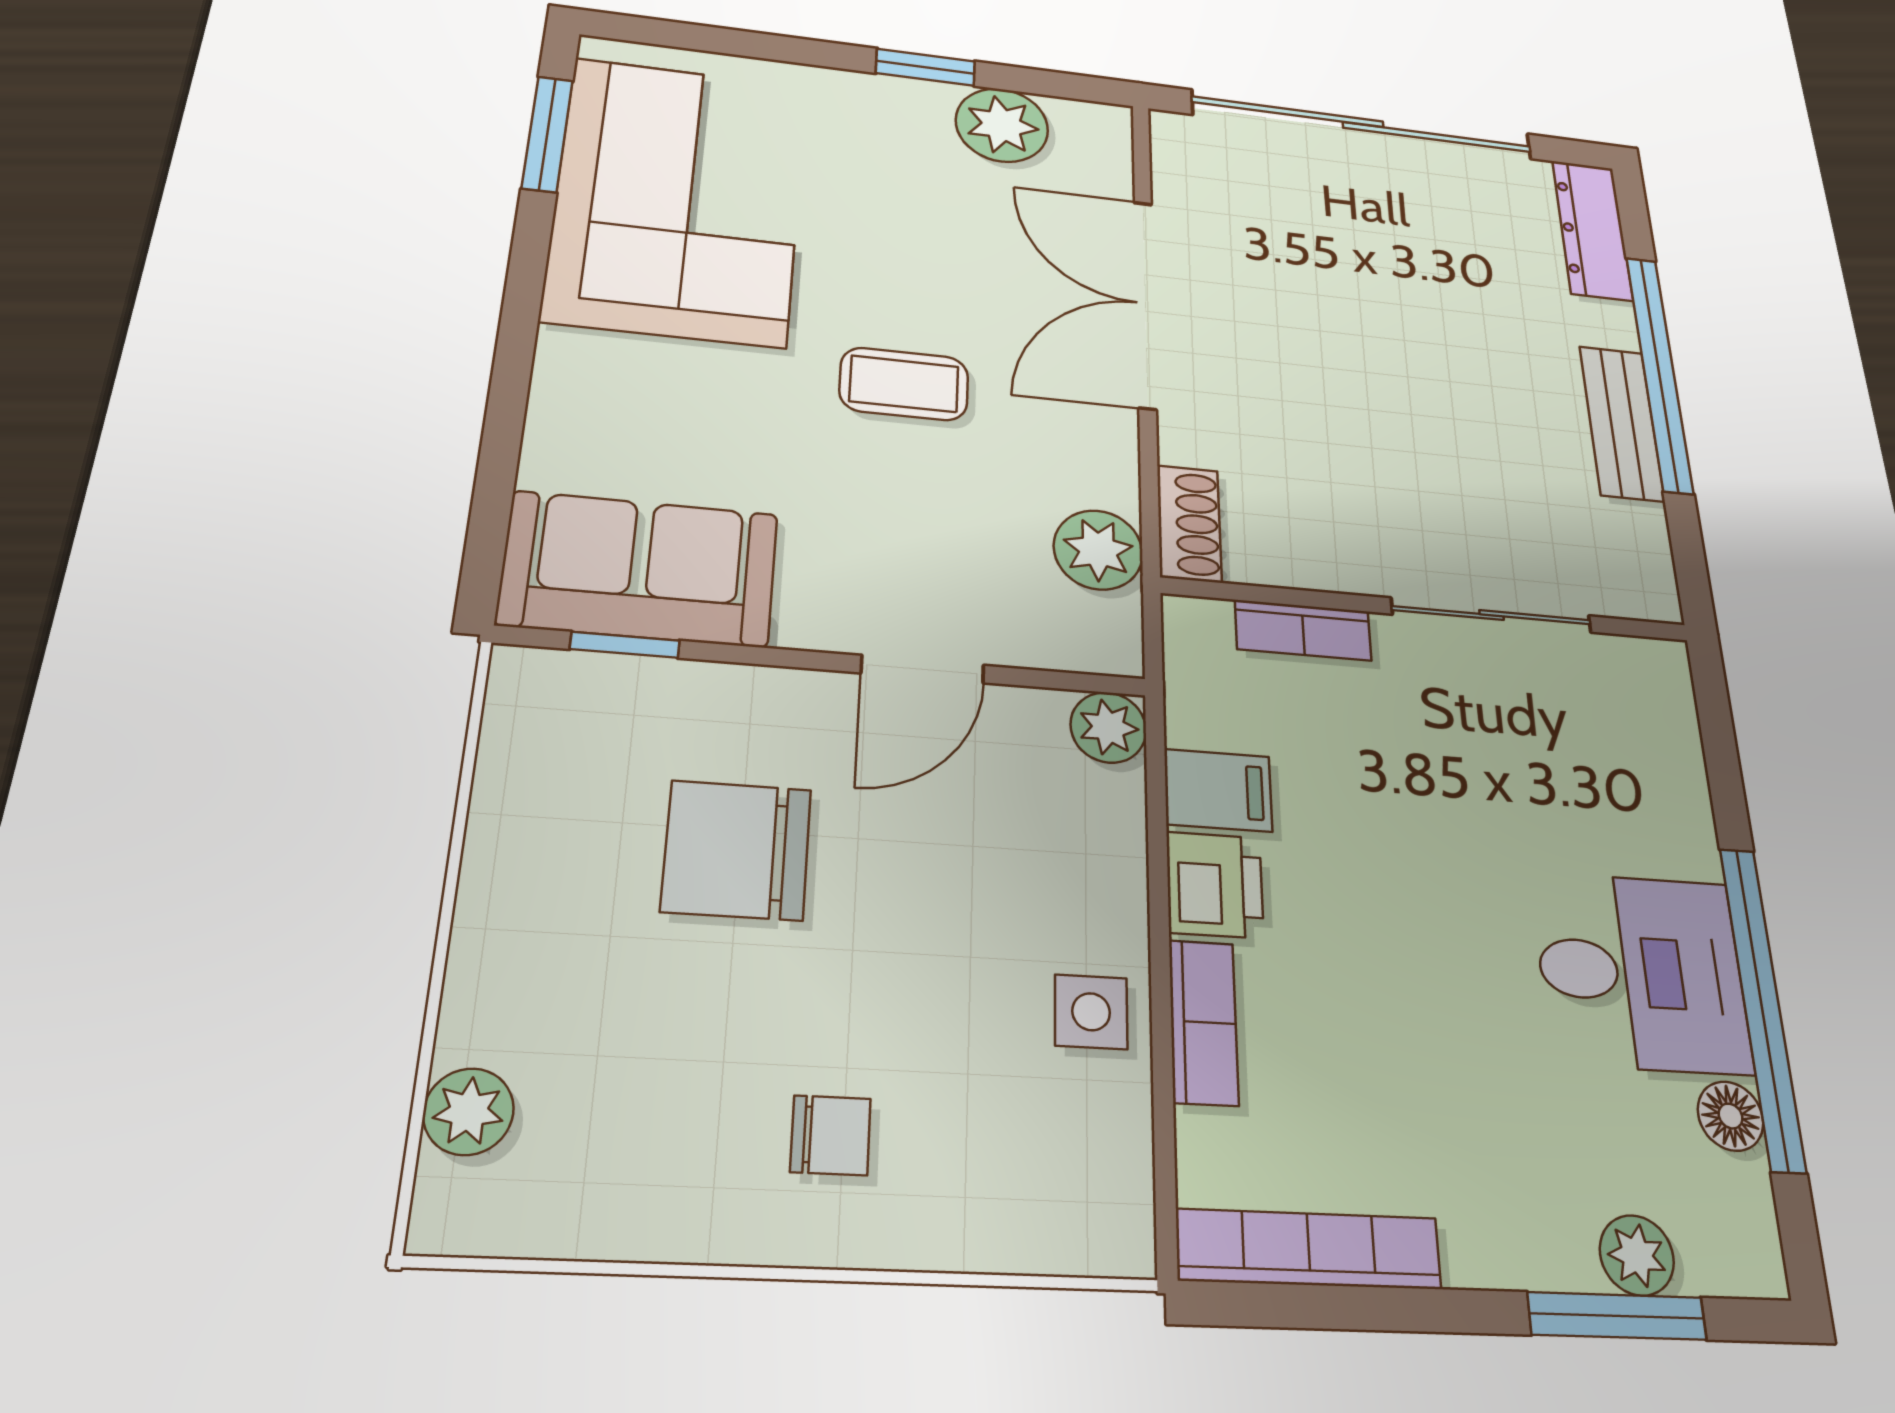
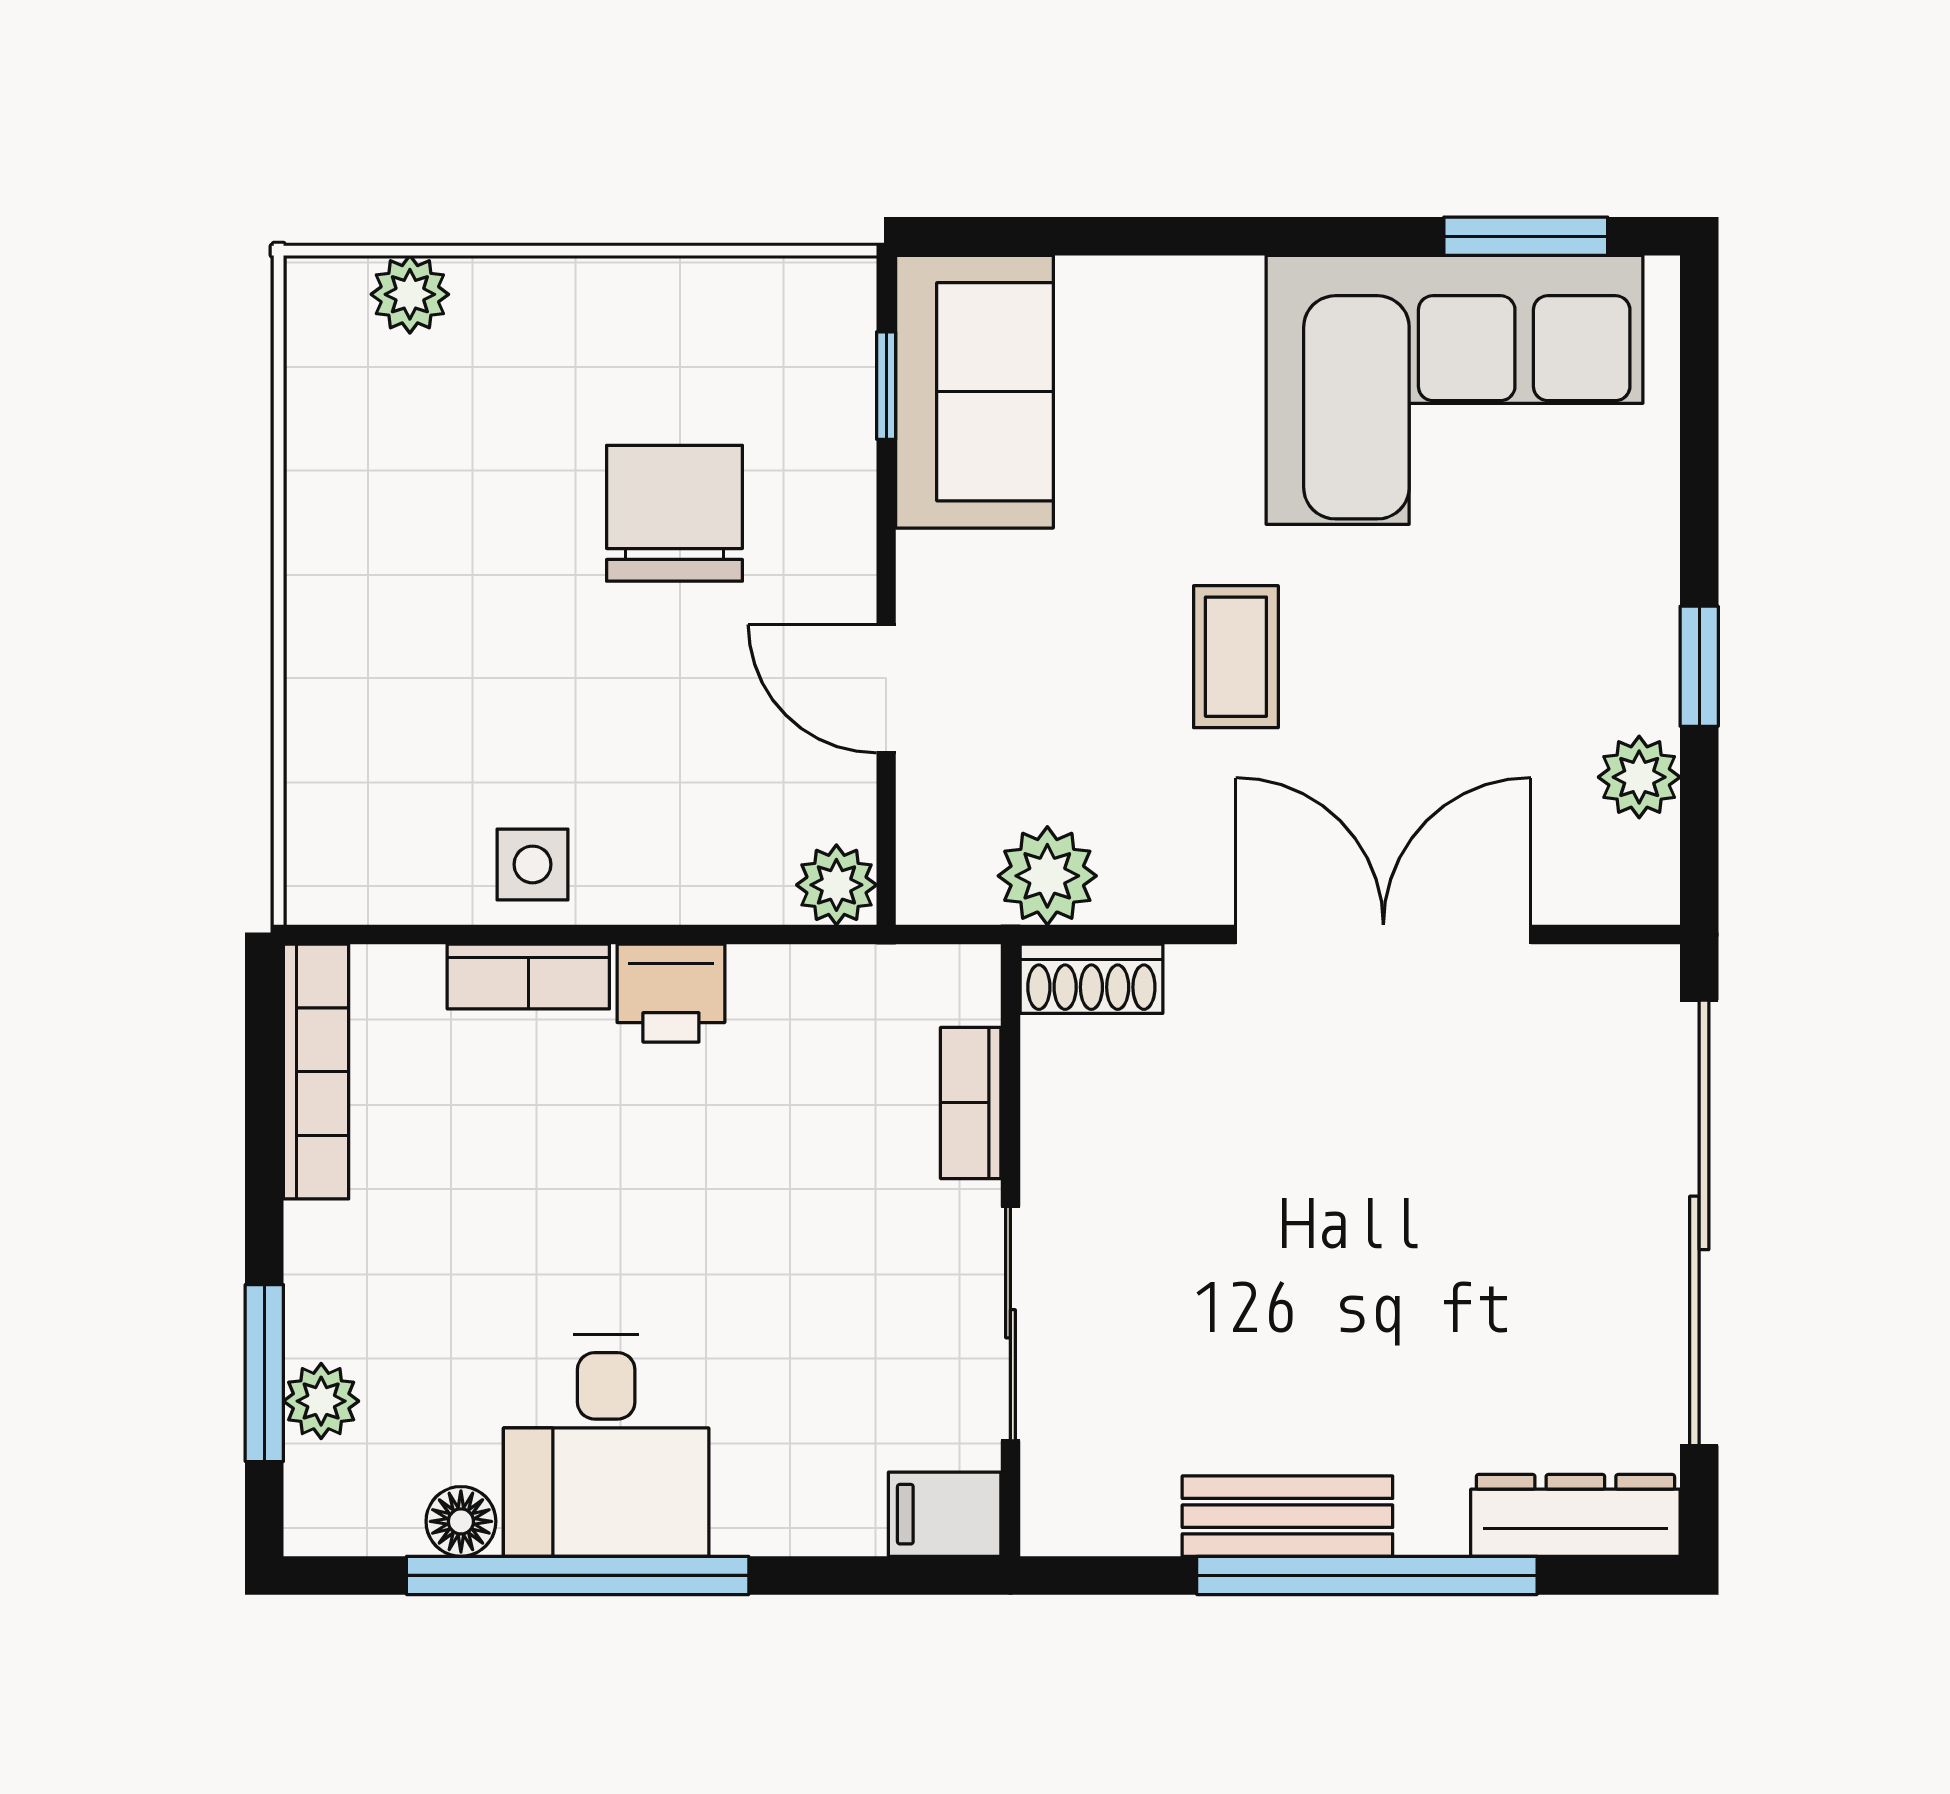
plant: (1002, 125) -> (1639, 777), width x0.73, depth x0.73
filing cabinet: (1218, 790) -> (945, 1514), moved, turned 90
chair: (831, 1135) -> (403, 619), removed

